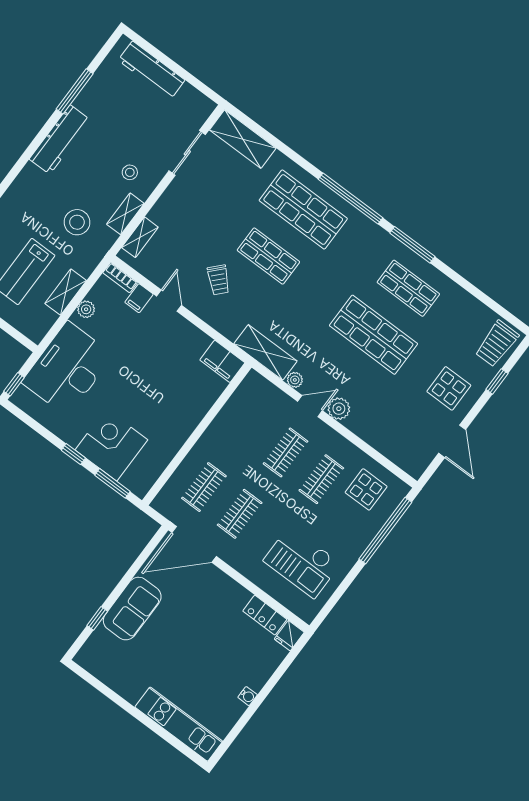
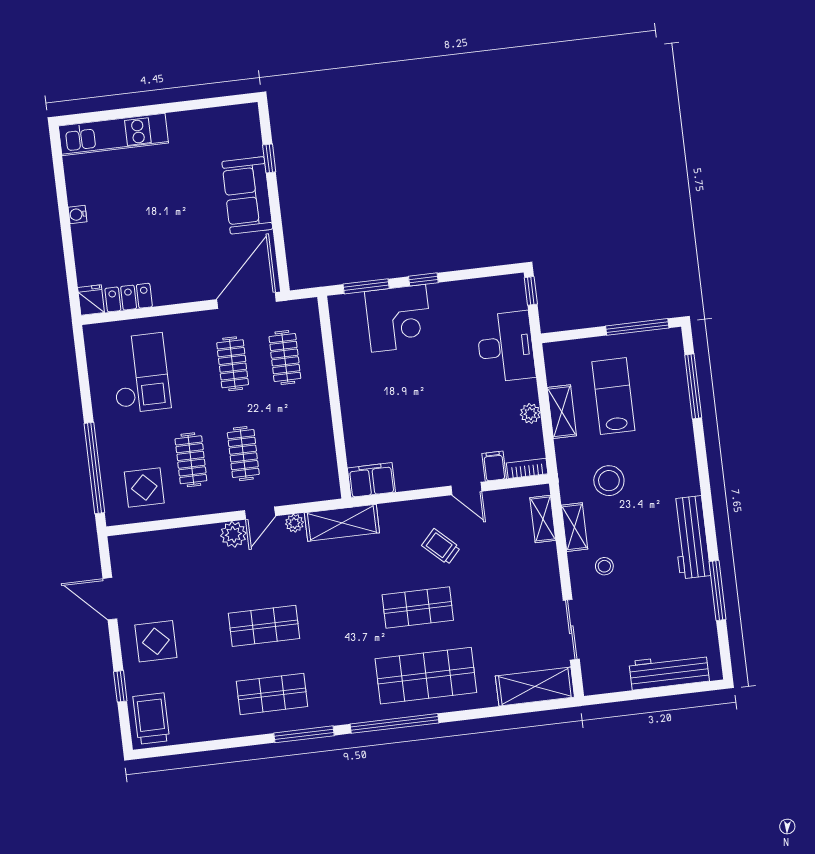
shop shelf: (374, 335) -> (264, 626), width x0.70, depth x0.74
desk: (68, 369) -> (506, 347), width x0.73, depth x0.77
checkout: (302, 562) -> (140, 373), turned 90

